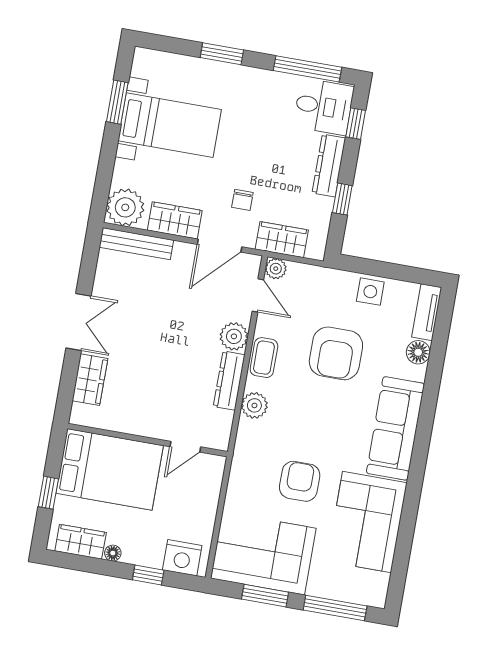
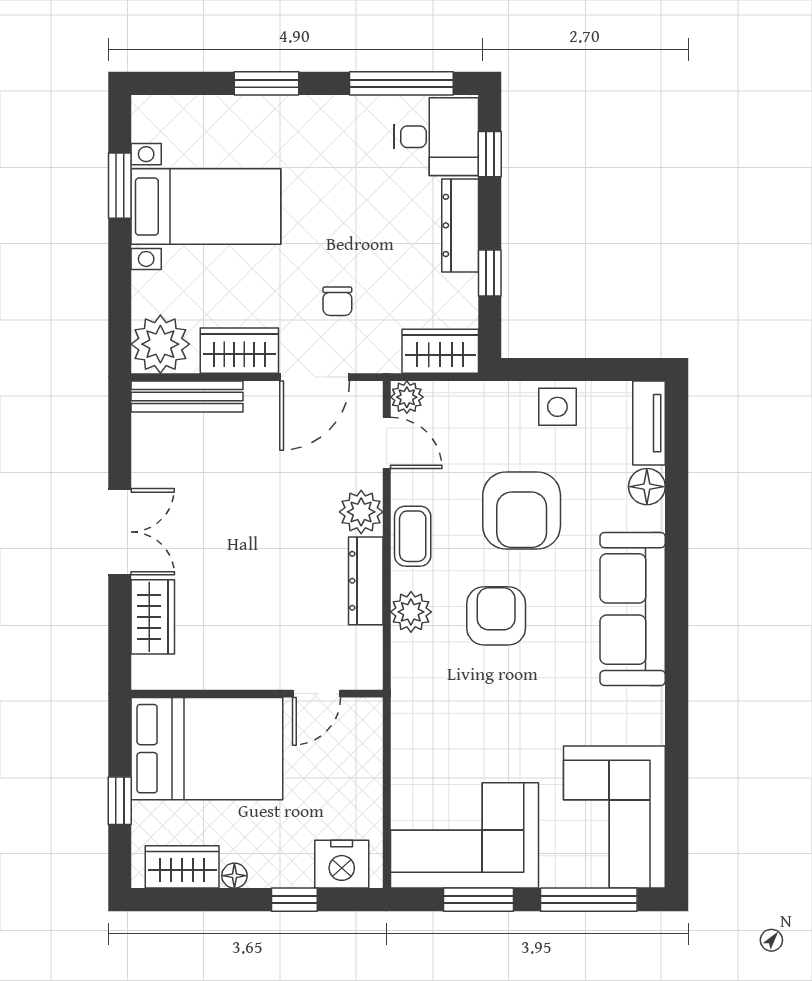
wardrobe: (282, 240) -> (440, 351), moved
armchair: (300, 481) -> (496, 616), moved
corner sofa: (367, 522) -> (614, 817), moved

